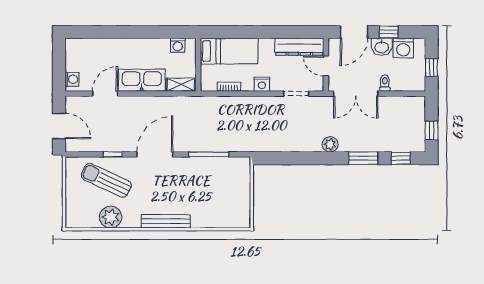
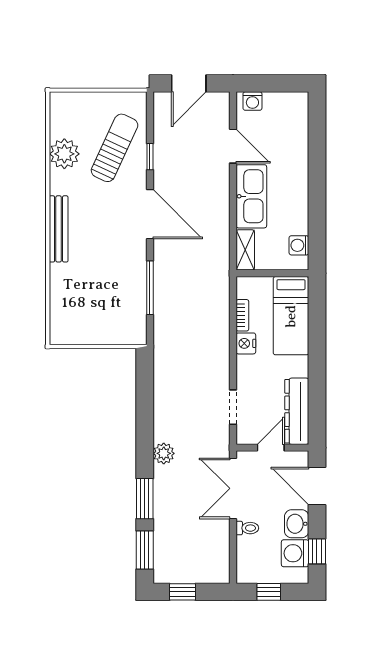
window: (389, 32) -> (317, 551), moved
nightstand: (262, 84) -> (246, 343), moved
window: (401, 158) -> (145, 550), width x1.50

